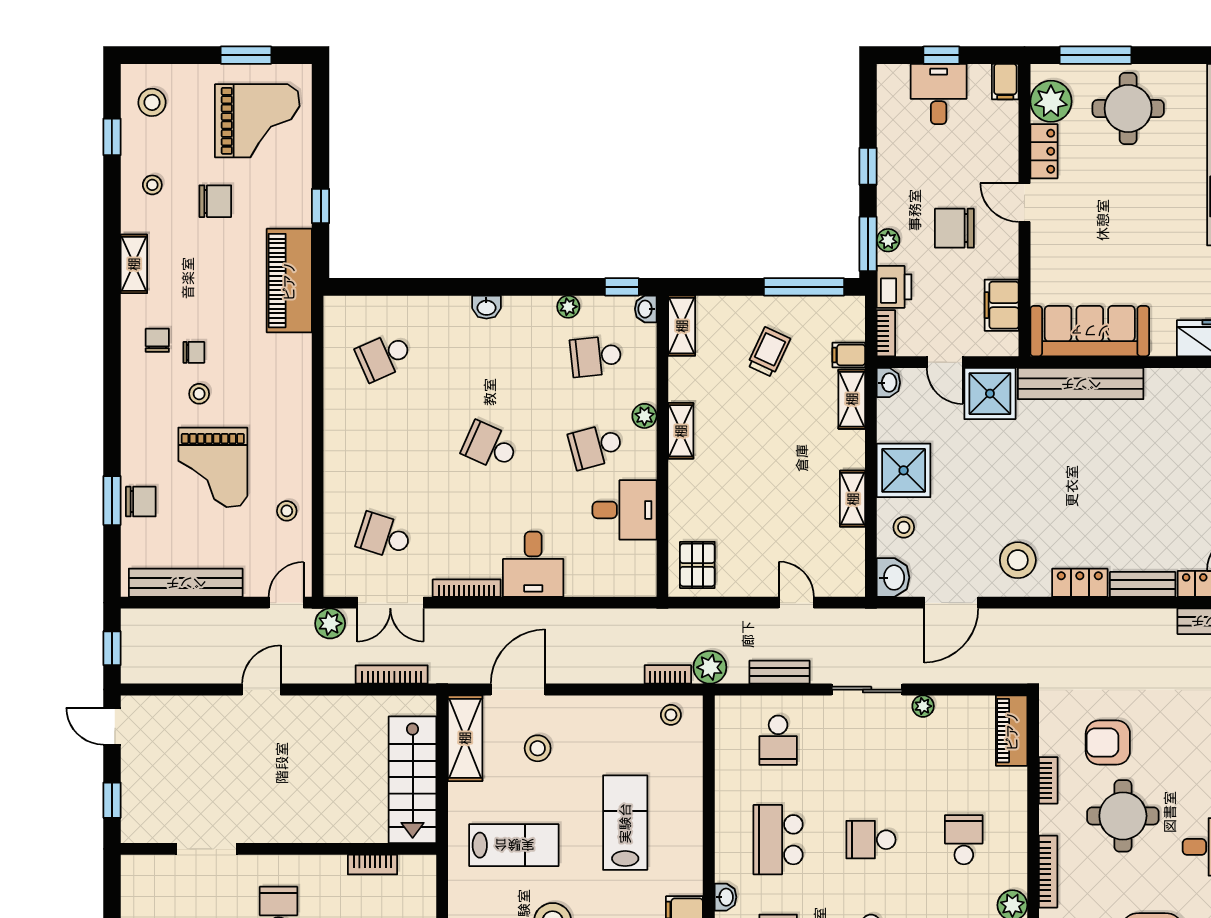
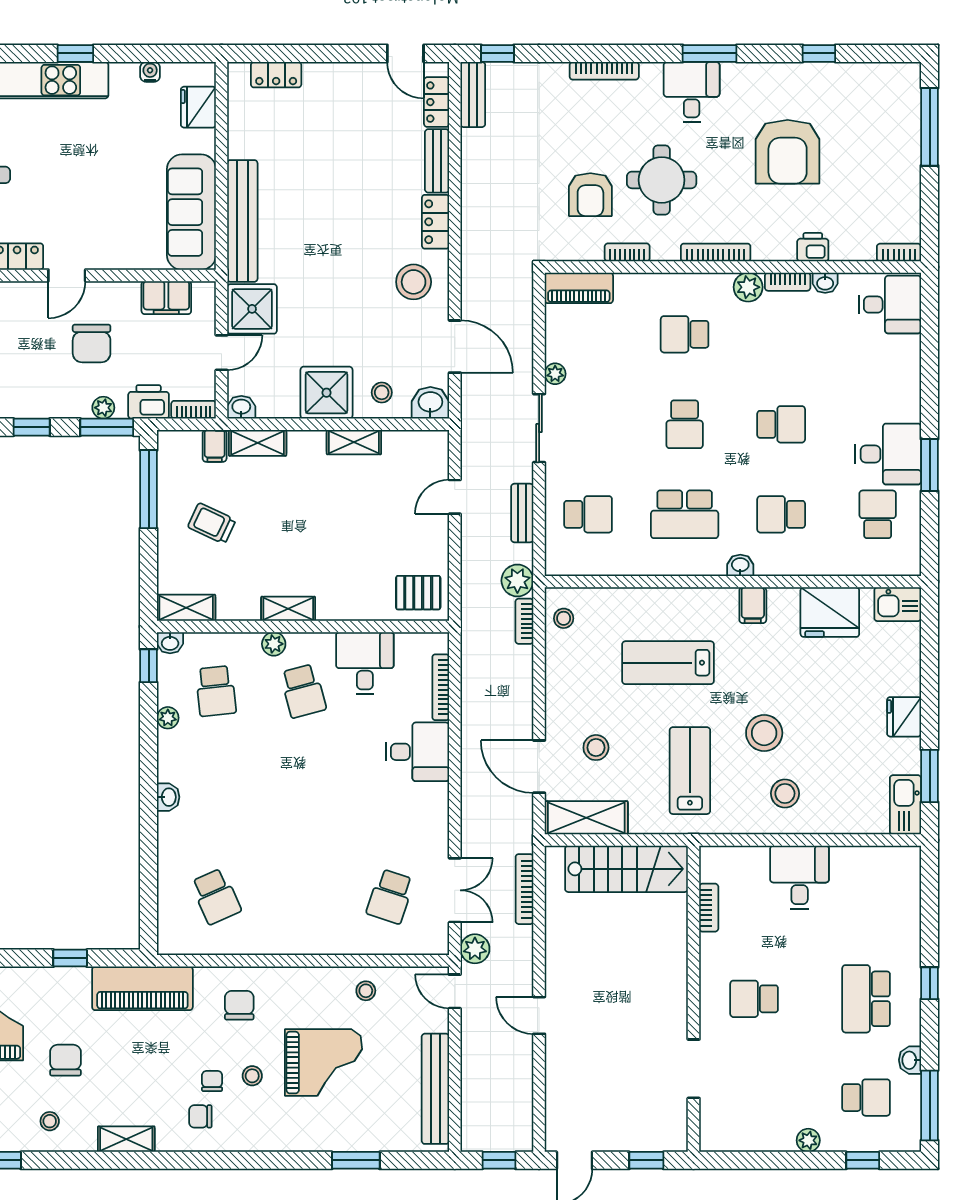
school desk: (490, 446) -> (303, 794), removed
chair: (141, 502) -> (239, 1005), moved
bookcase: (467, 588) -> (441, 687), moved

